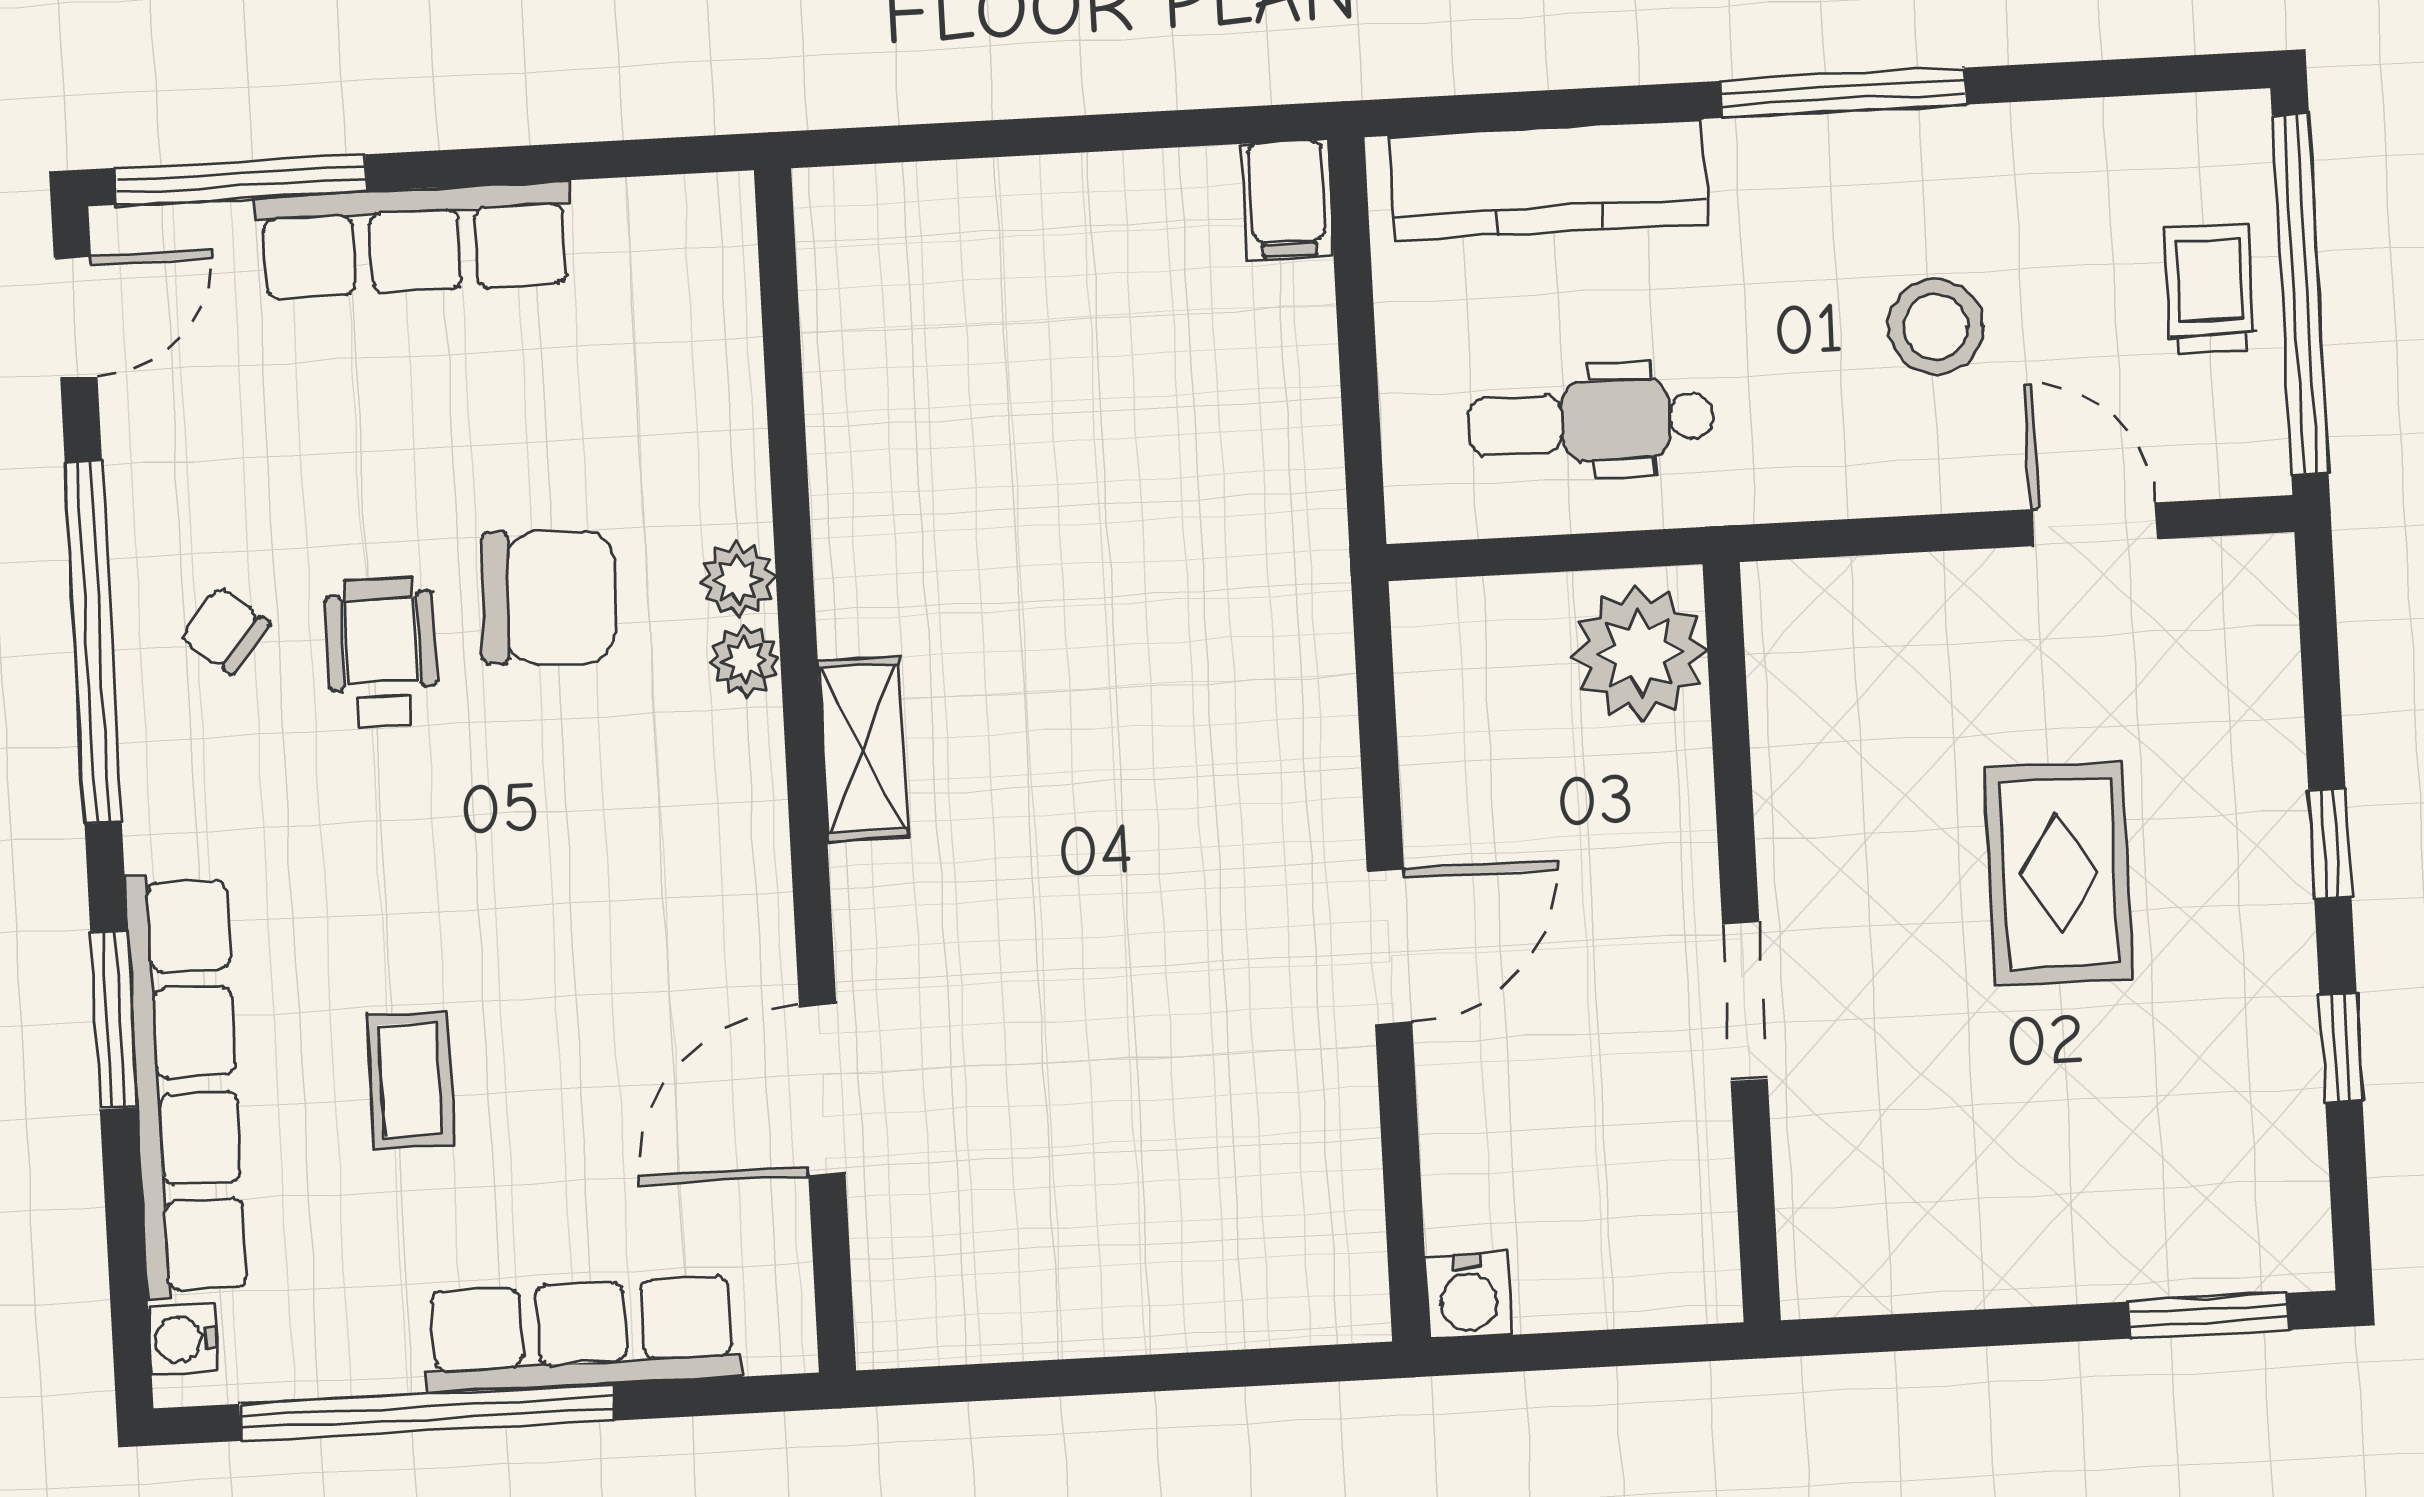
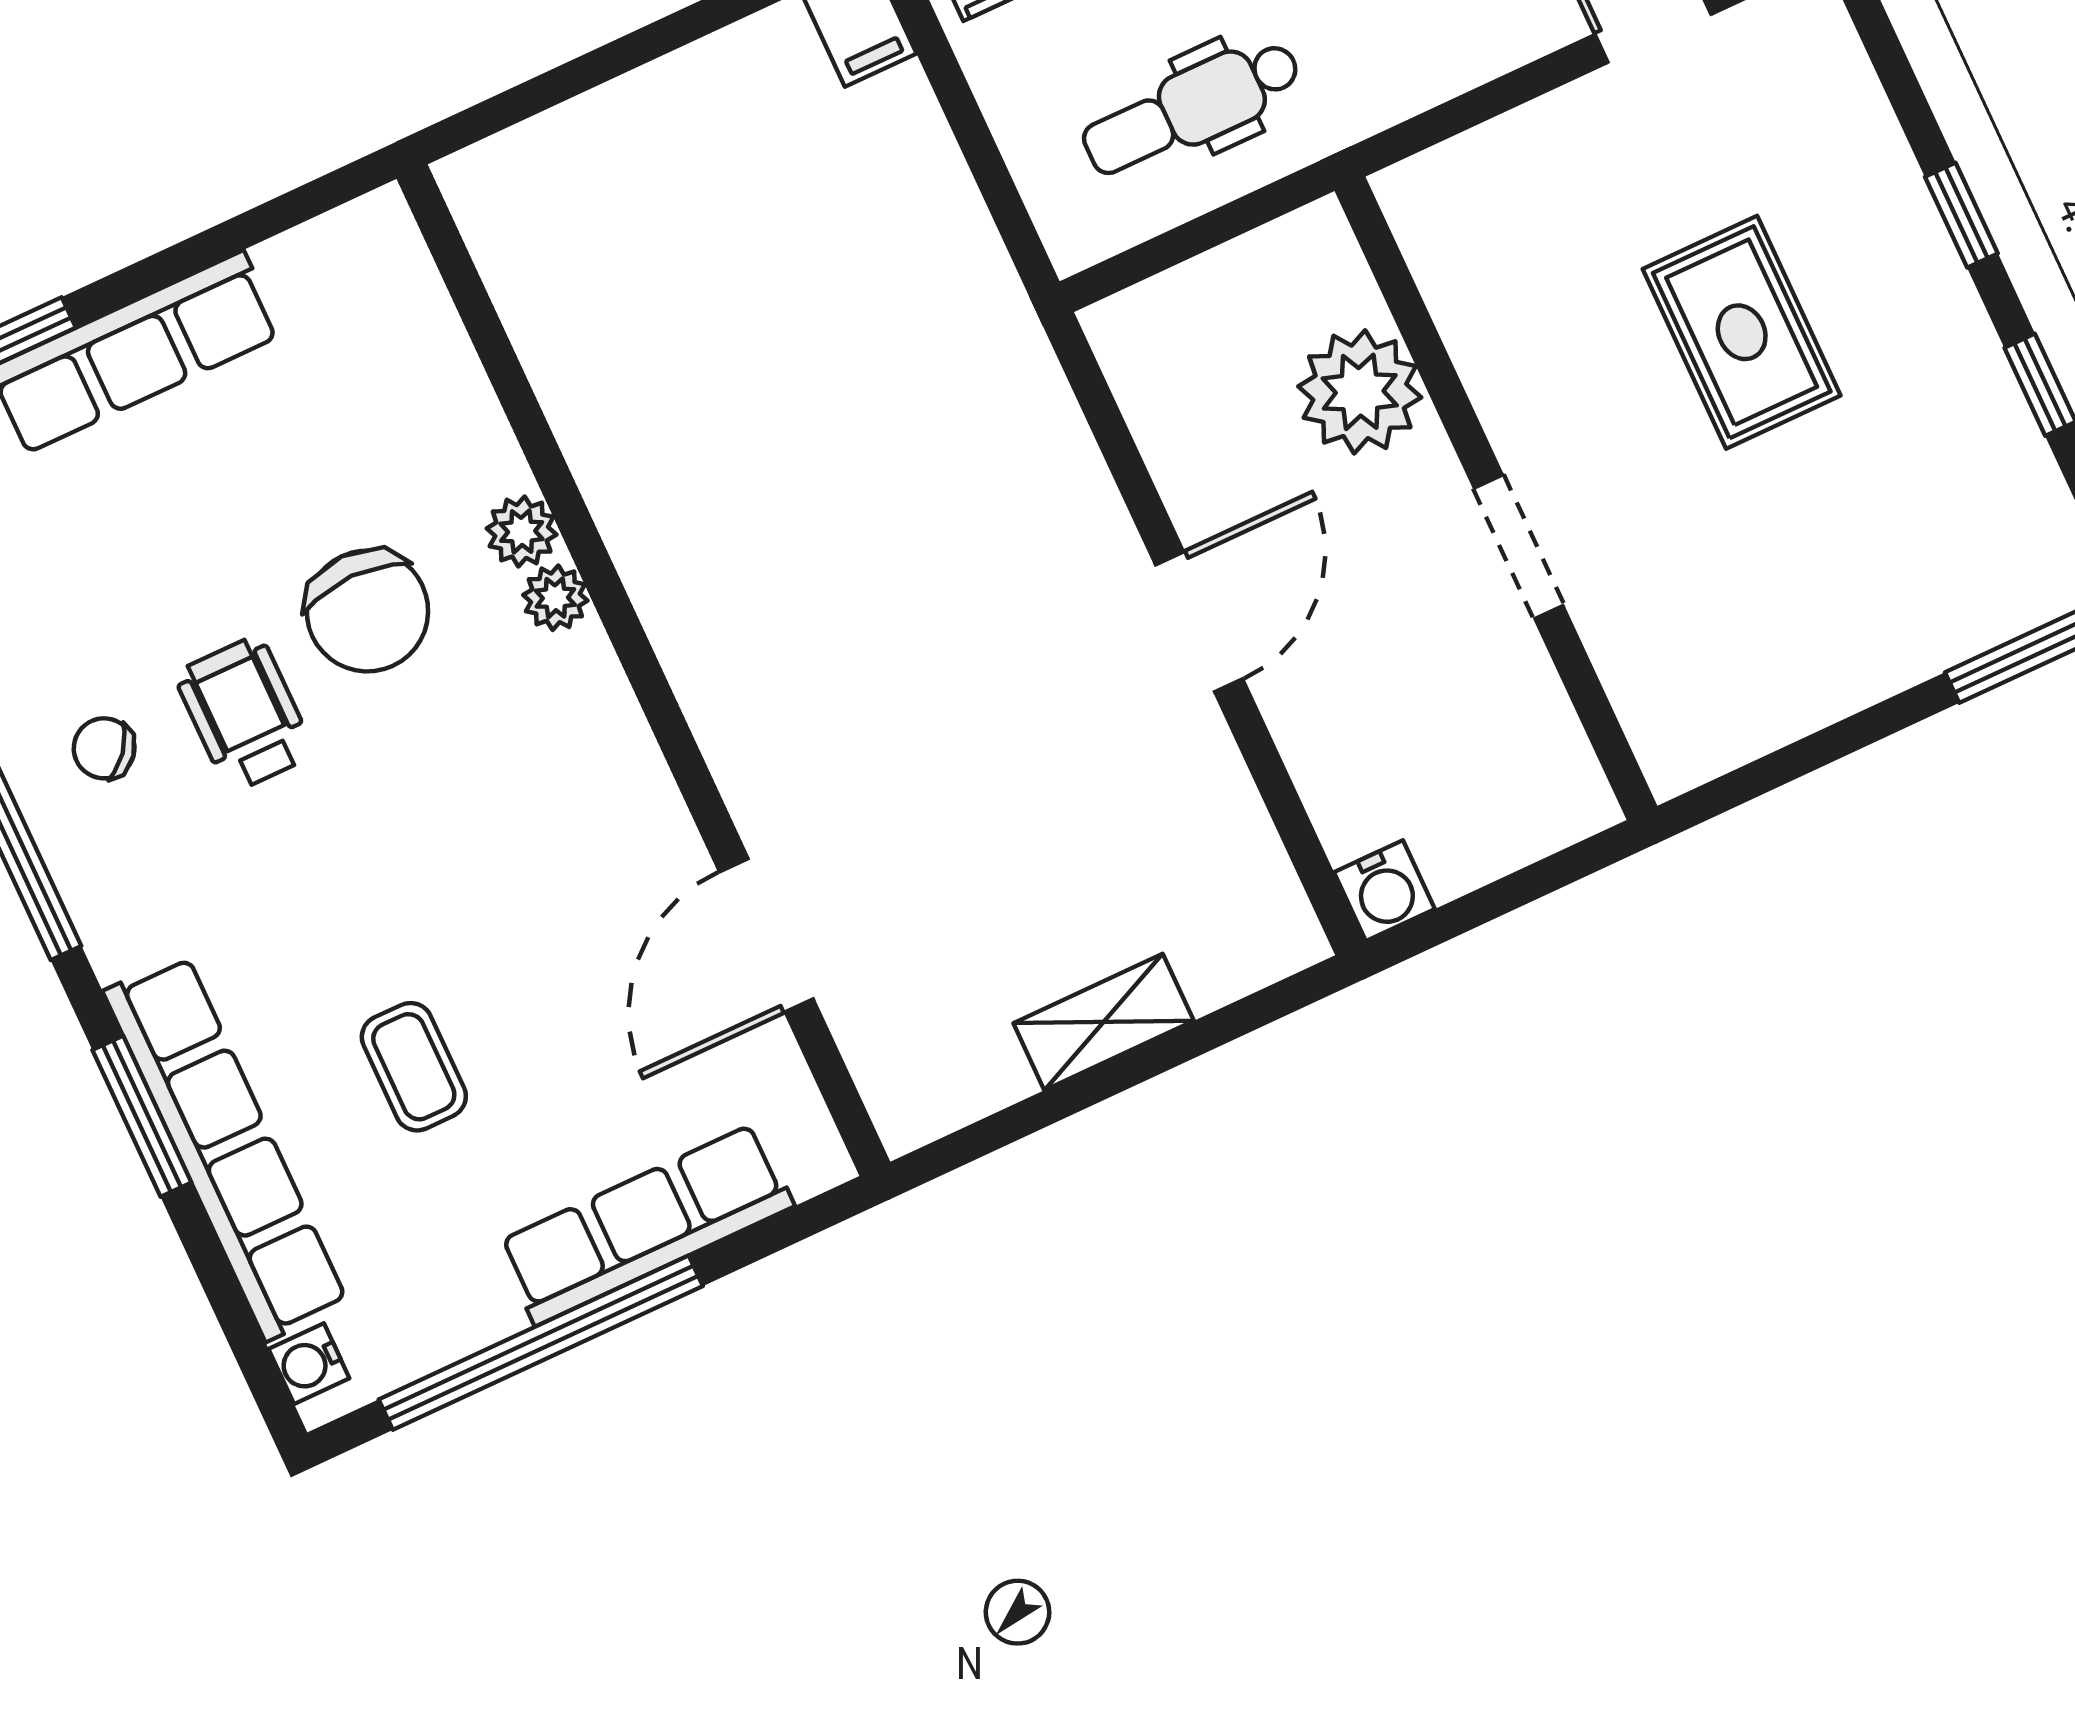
chair: (548, 598) -> (367, 611), turned 87
plant: (1640, 653) -> (1360, 392), moved
shelving: (863, 749) -> (1104, 1022), moved, turned 90

